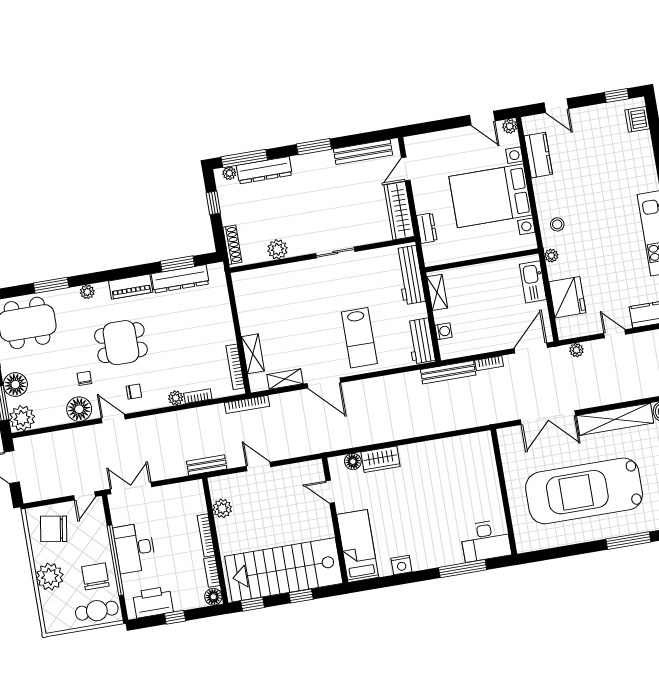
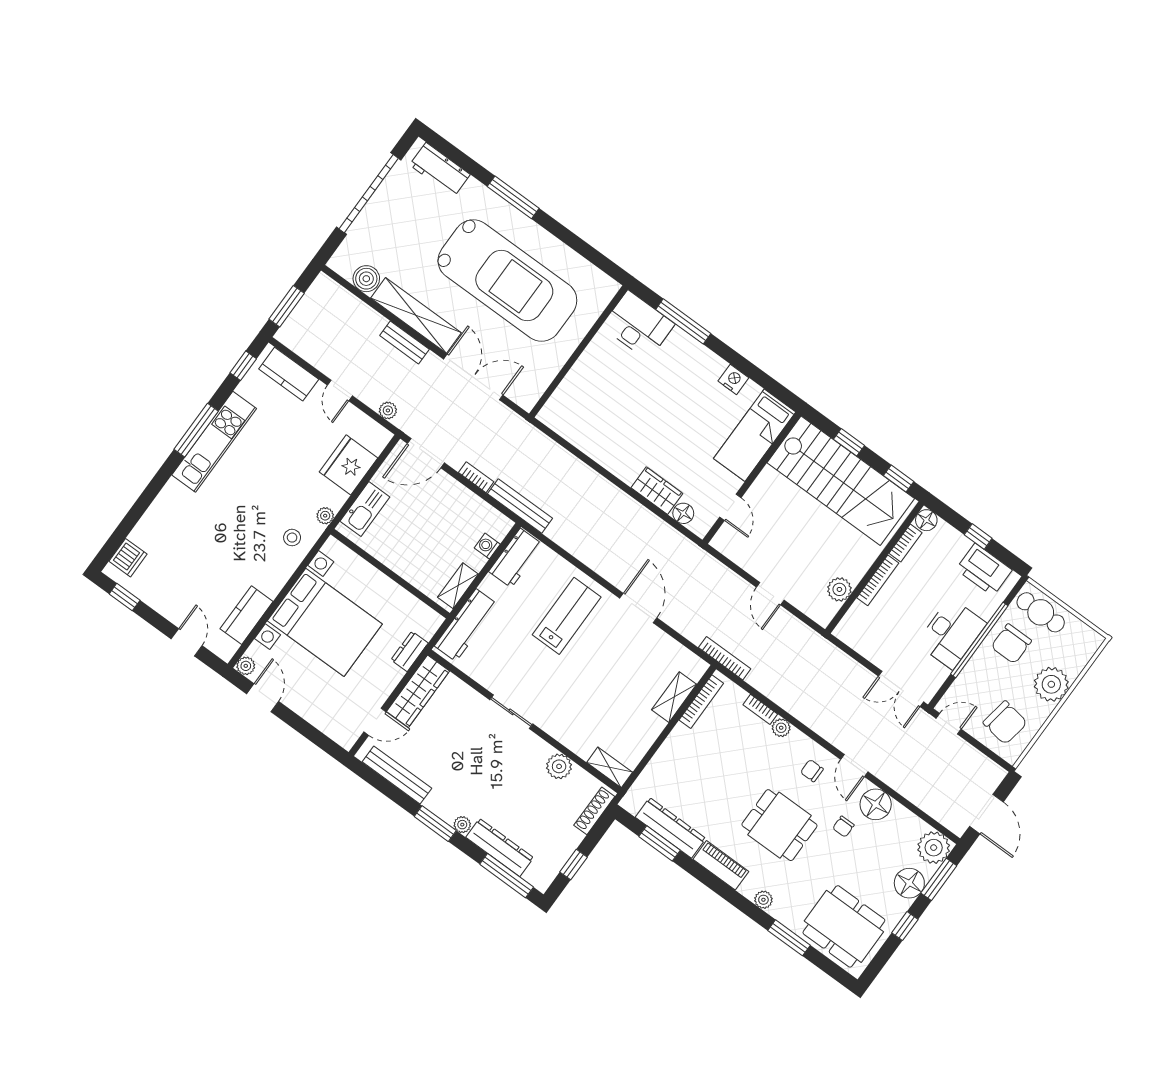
plant: (229, 173) -> (462, 825), moved
shelving: (285, 379) -> (610, 767), moved
bench: (207, 465) -> (404, 342), moved

